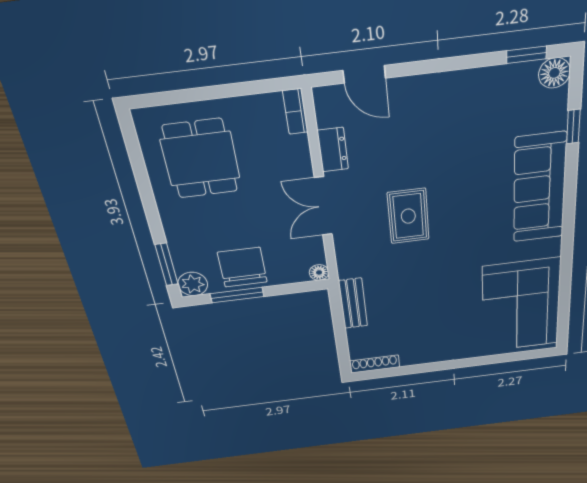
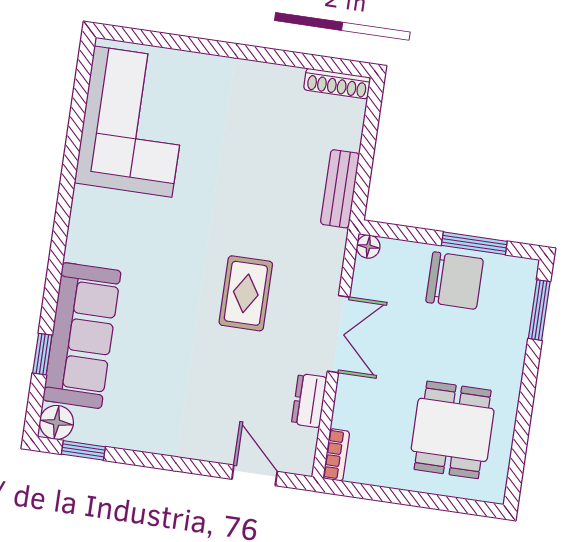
sofa: (540, 188) -> (82, 336), moved
chair: (242, 267) -> (455, 281), turned -90
plant: (193, 284) -> (520, 275), removed

